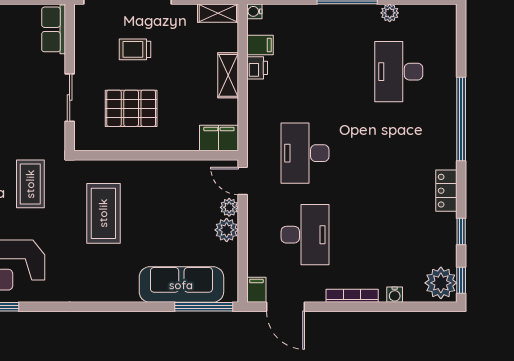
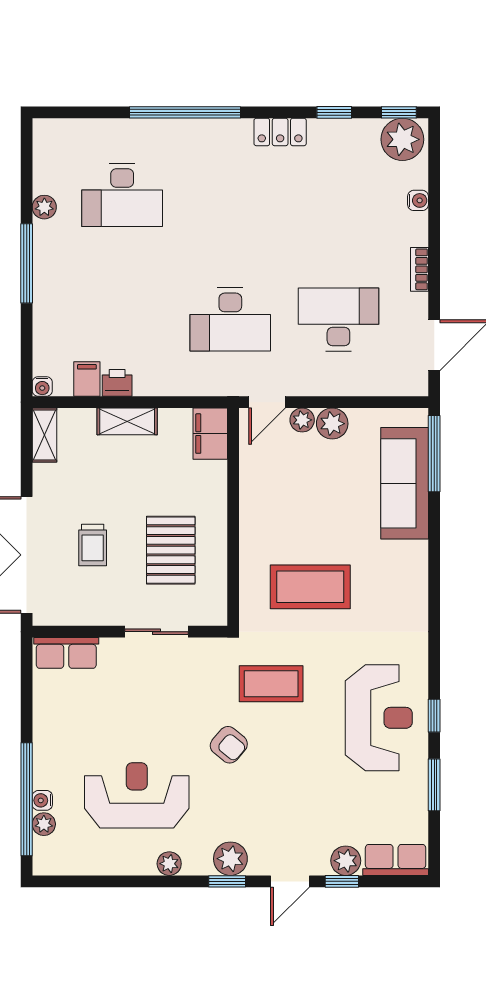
filing cabinet: (256, 290) -> (412, 384), removed
bookcase: (352, 296) -> (419, 269), width x0.64

